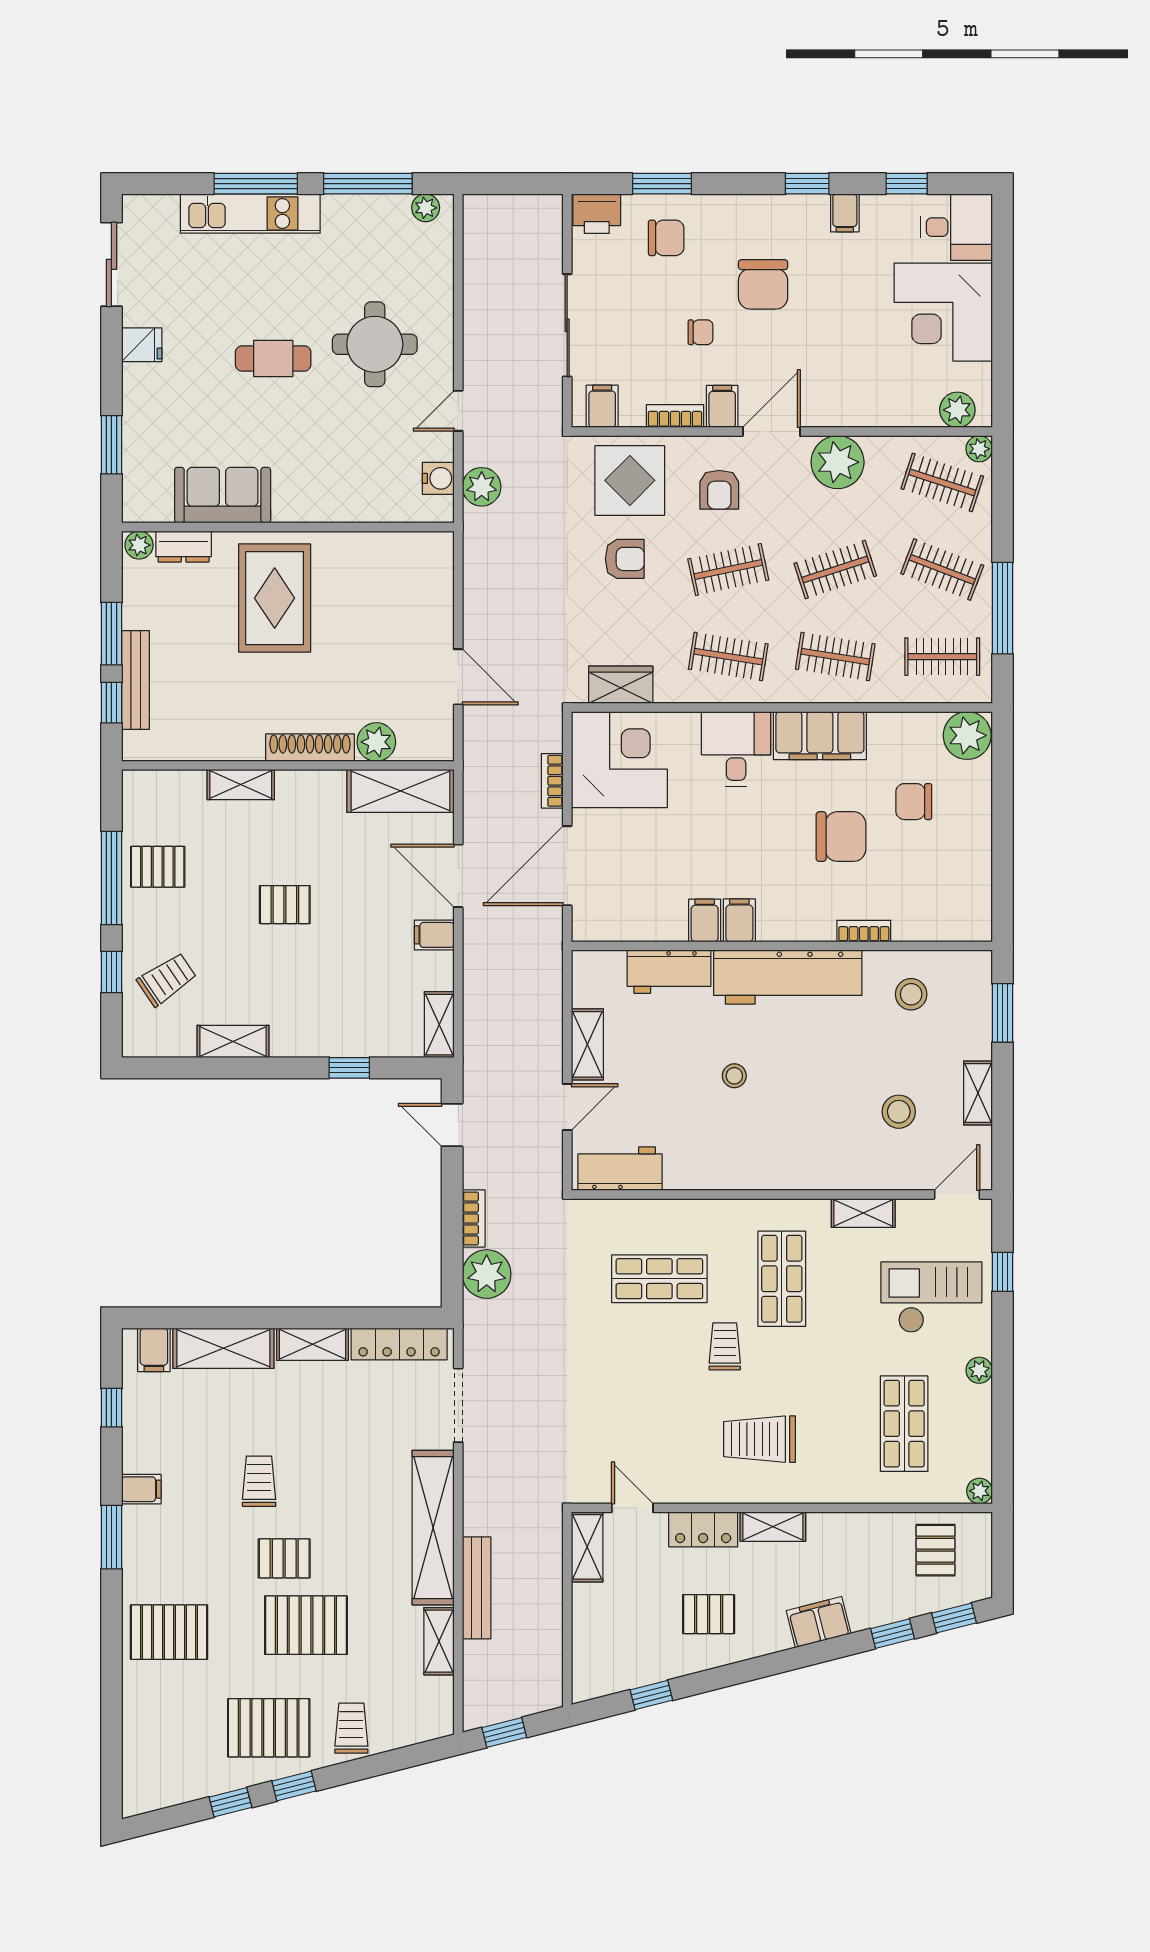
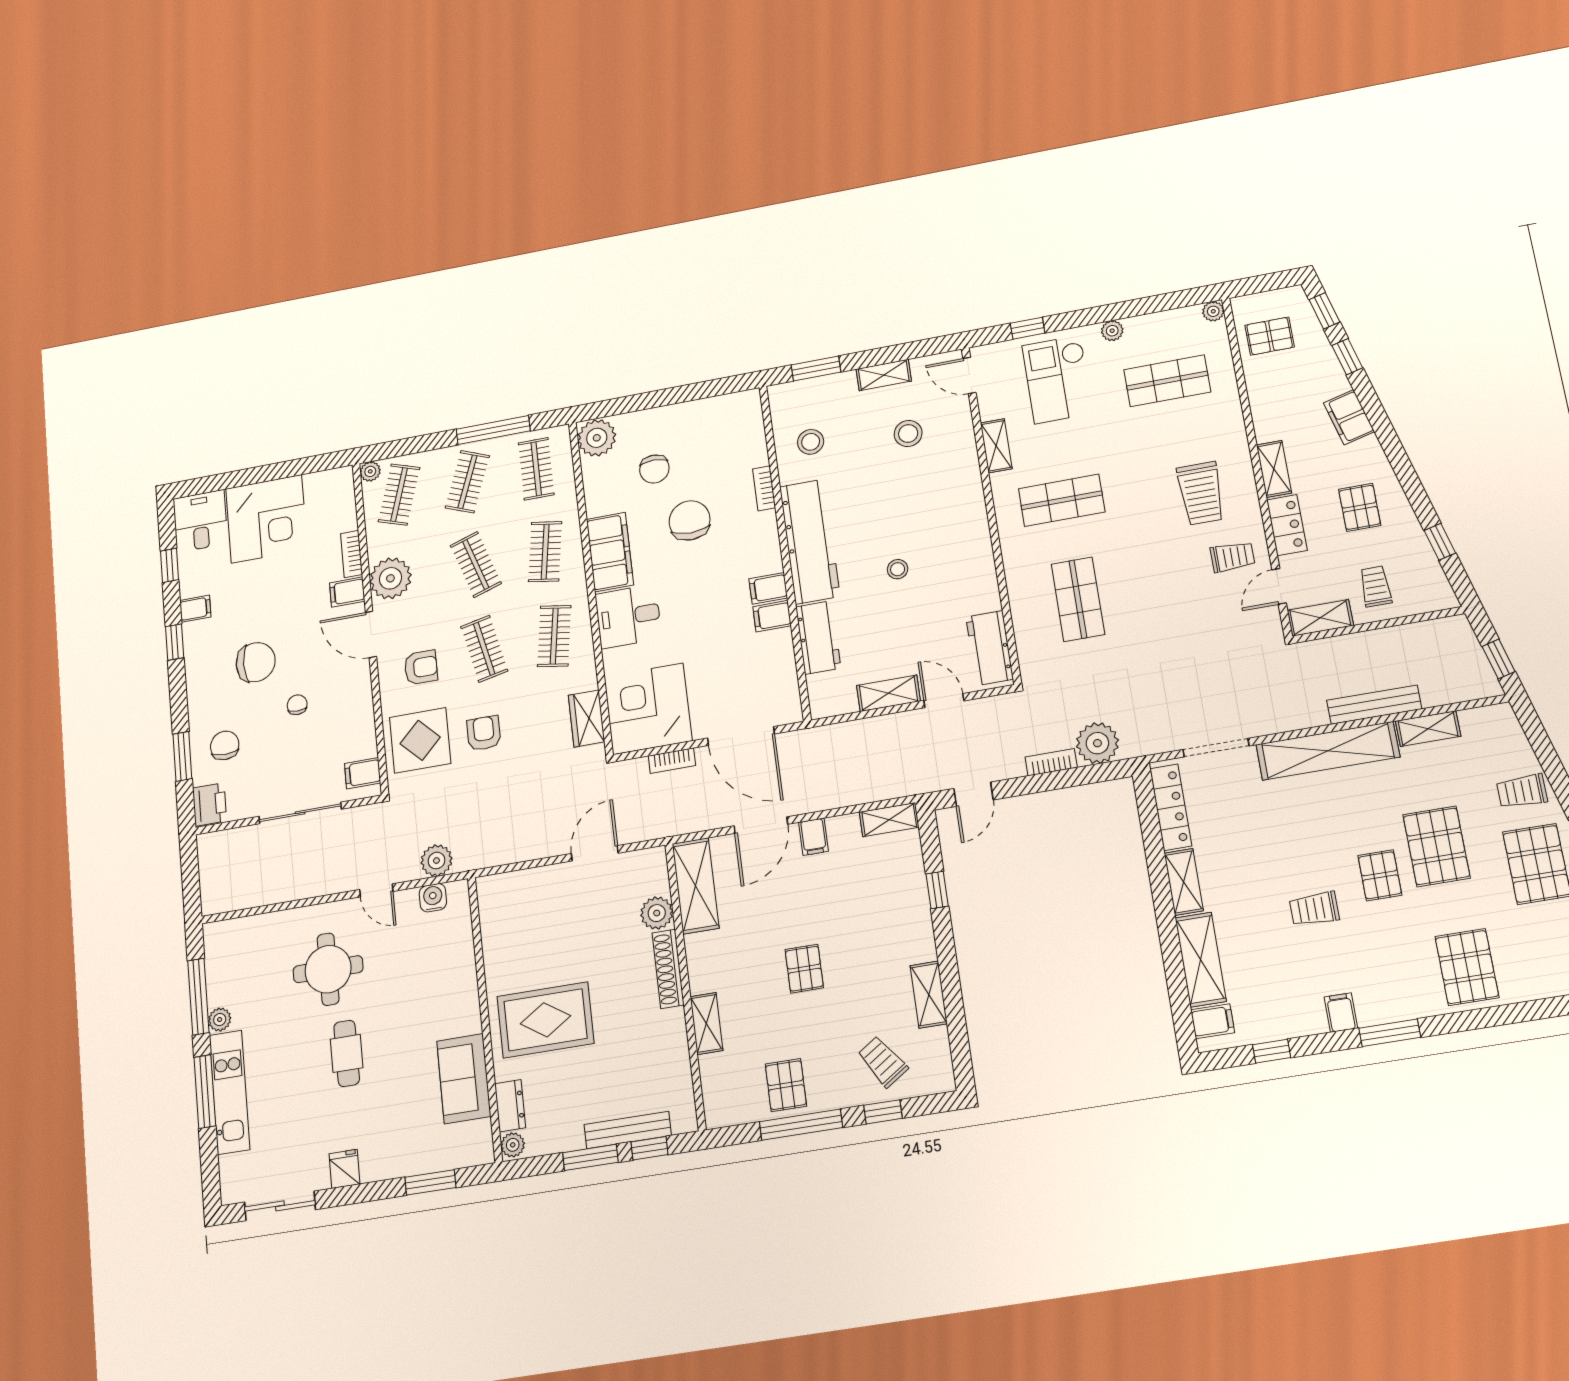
plant: (426, 208) -> (220, 1020), moved
filing cabinet: (722, 406) -> (347, 592), moved
plant: (957, 410) -> (341, 494), removed
bookcase: (675, 416) -> (352, 554), moved
trolley: (725, 1346) -> (1232, 557), moved, turned 180
trolley: (612, 1615) -> (1375, 586), added

